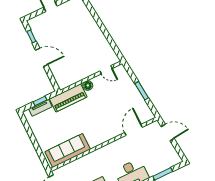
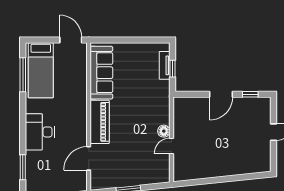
door: (106, 70) -> (171, 146), moved
piano: (68, 98) -> (100, 122), moved, turned 180
door: (134, 130) -> (89, 158), swing flipped

